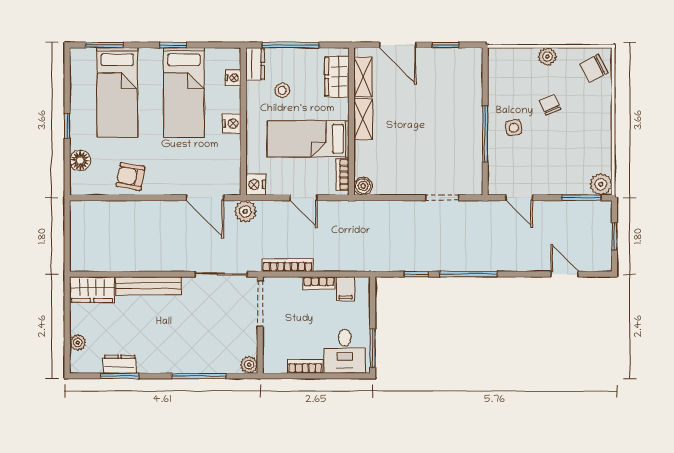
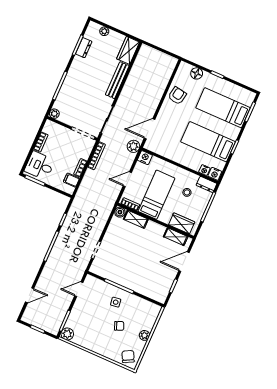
shelving: (363, 119) -> (136, 219), moved
nightstand: (232, 124) -> (215, 174), moved

